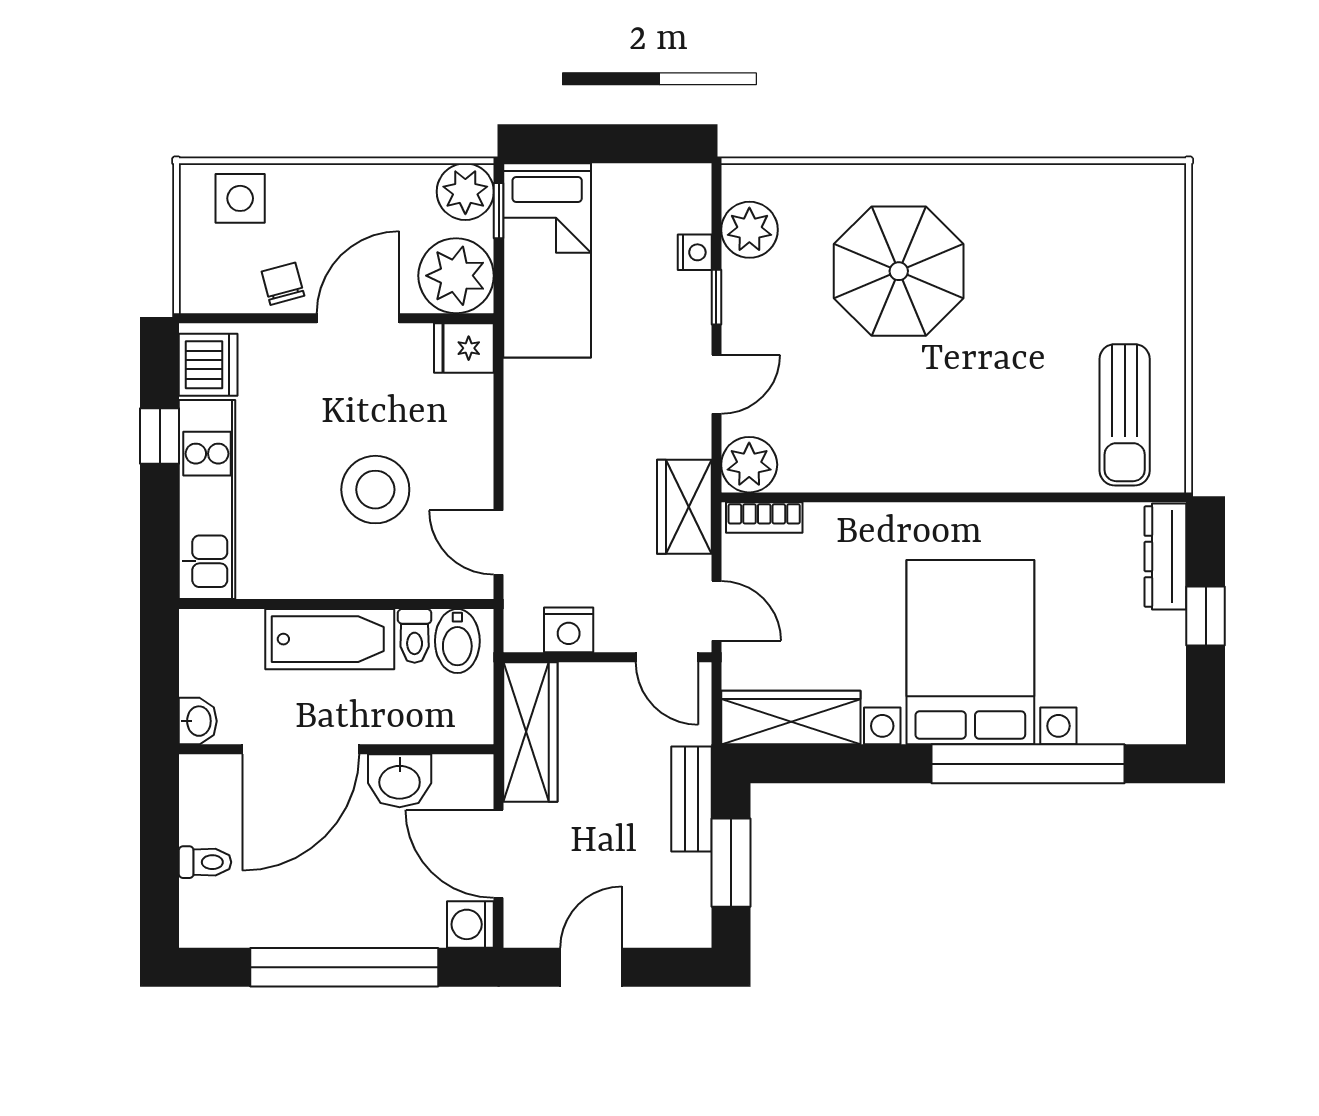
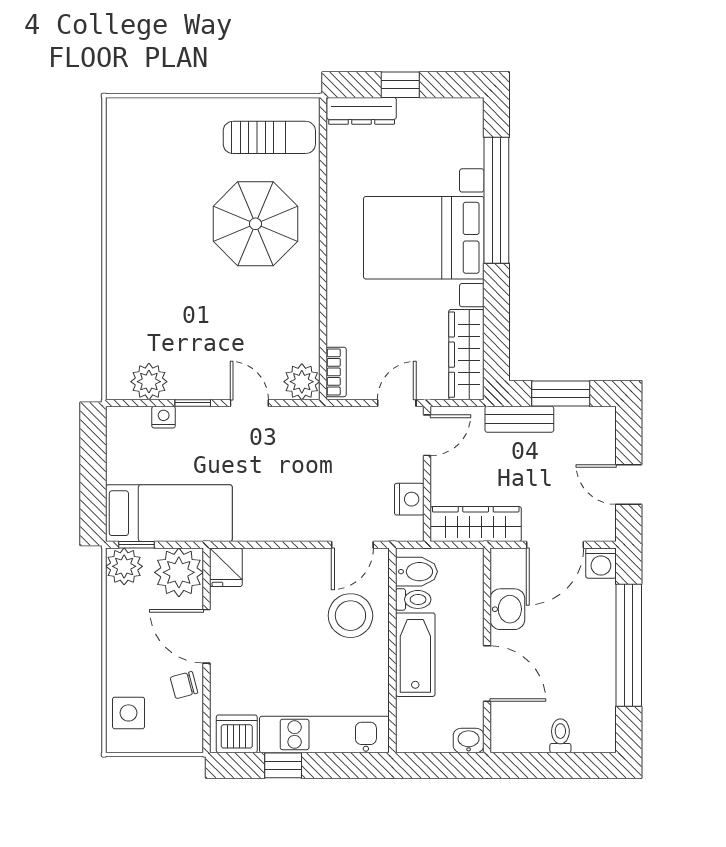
parasol: (899, 271) -> (255, 224), moved
stool: (375, 490) -> (350, 616), moved
wardrobe: (684, 507) -> (329, 424), removed
door: (301, 749) -> (487, 674), width x0.73

